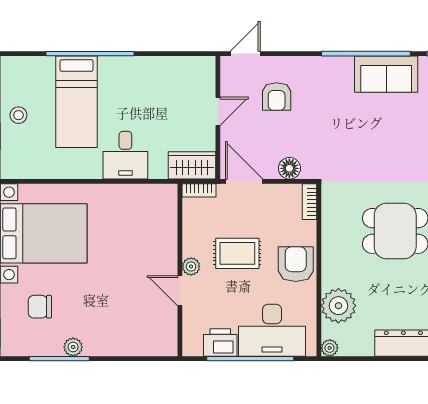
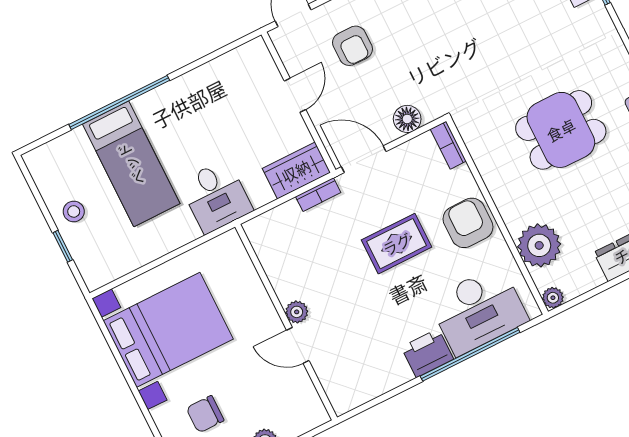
plant: (191, 266) -> (297, 312), moved
wall: (180, 270) -> (286, 322), moved
door: (180, 291) -> (298, 345), moved

